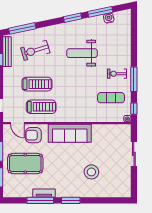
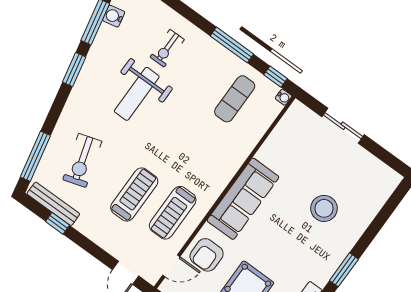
exercise bike: (117, 74) -> (167, 48), moved
treadmill: (41, 107) -> (173, 213), turned 180

